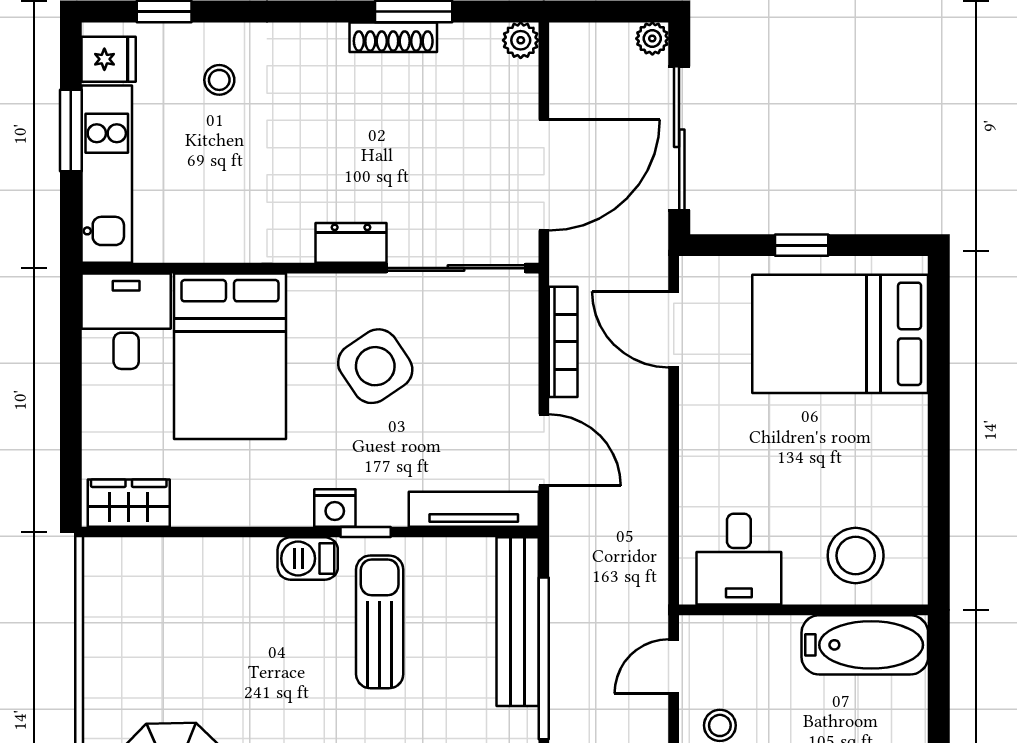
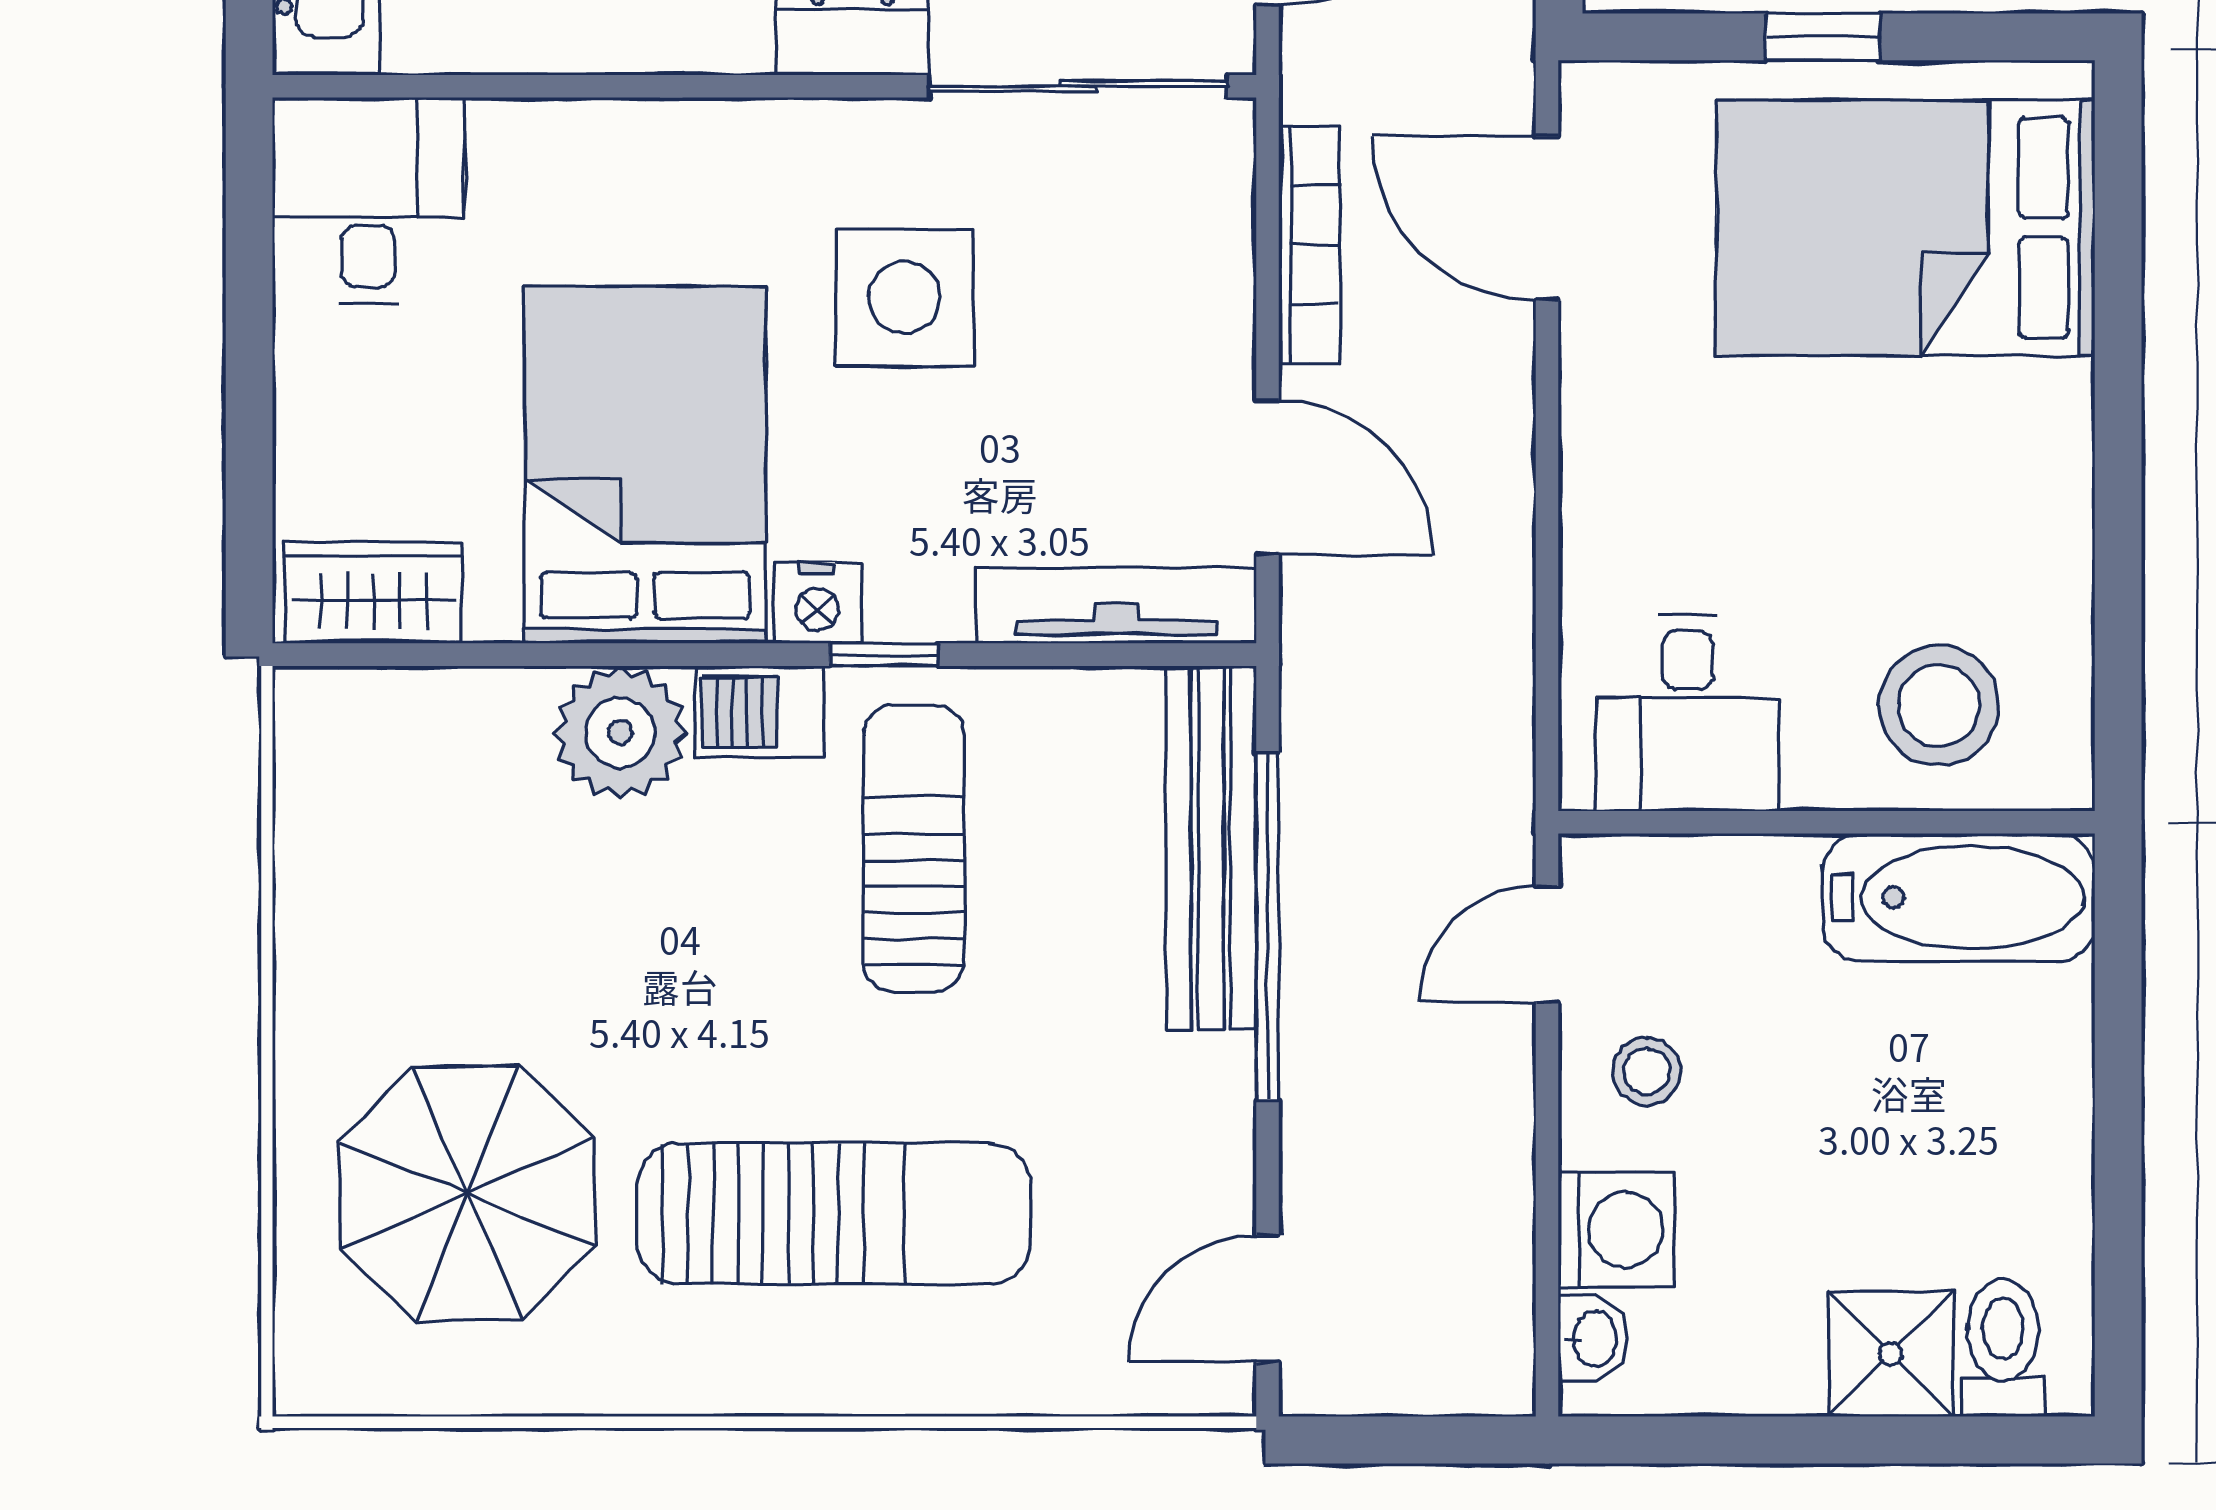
bed: (230, 356) -> (645, 465), moved, turned 180
side table: (375, 366) -> (904, 297), turned 34
plant: (243, 568) -> (620, 732), added

